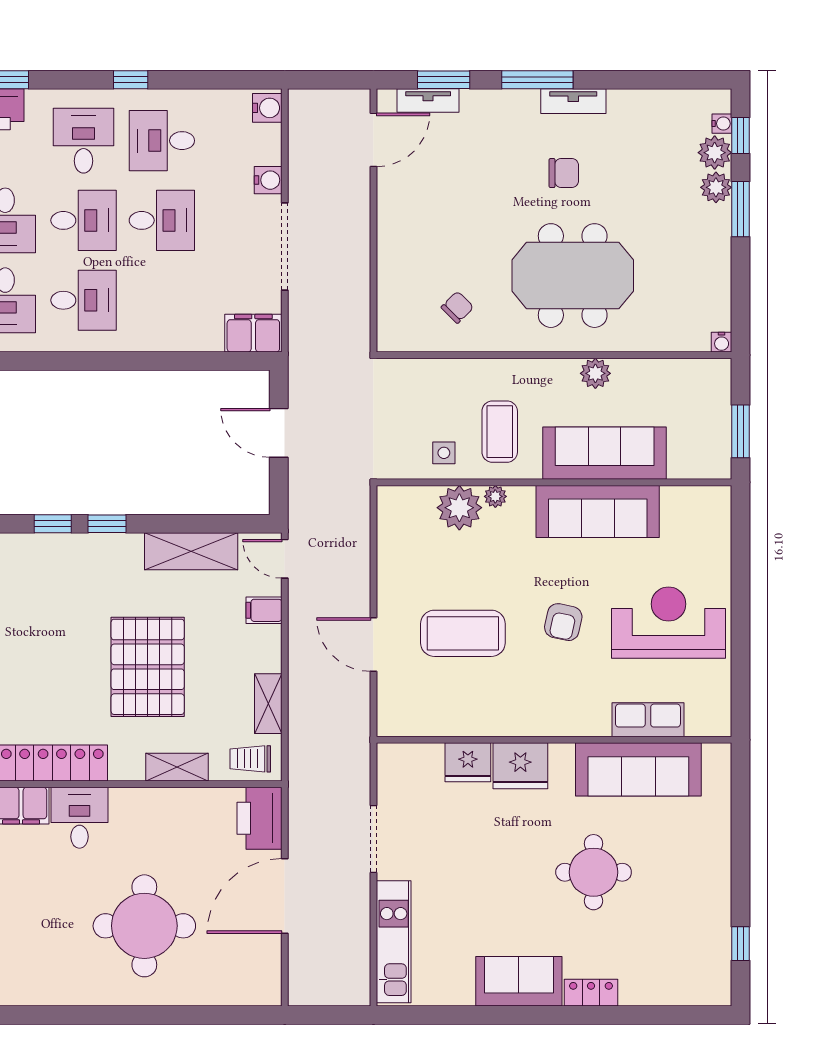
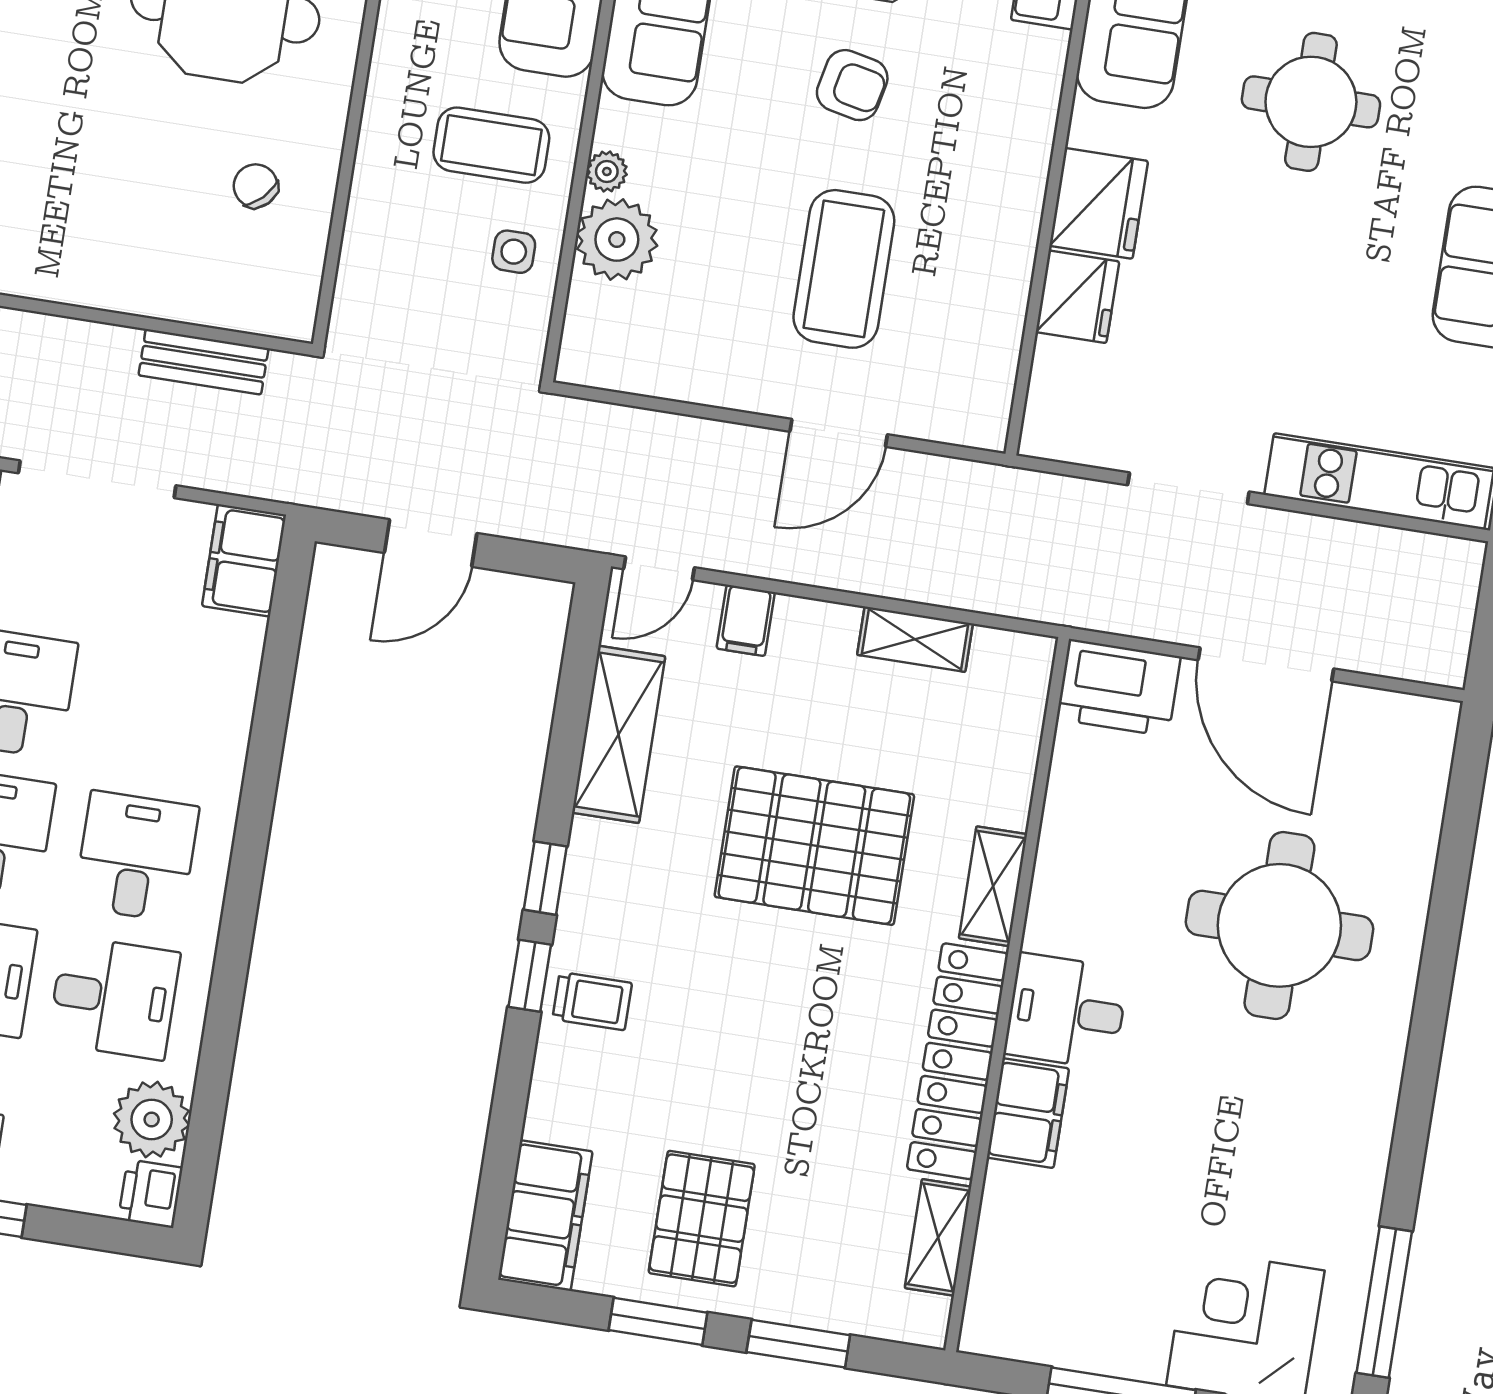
bench: (358, 294) -> (203, 362), added
trolley: (250, 759) -> (592, 1001), moved, turned -90
shelving: (177, 767) -> (993, 886), moved

